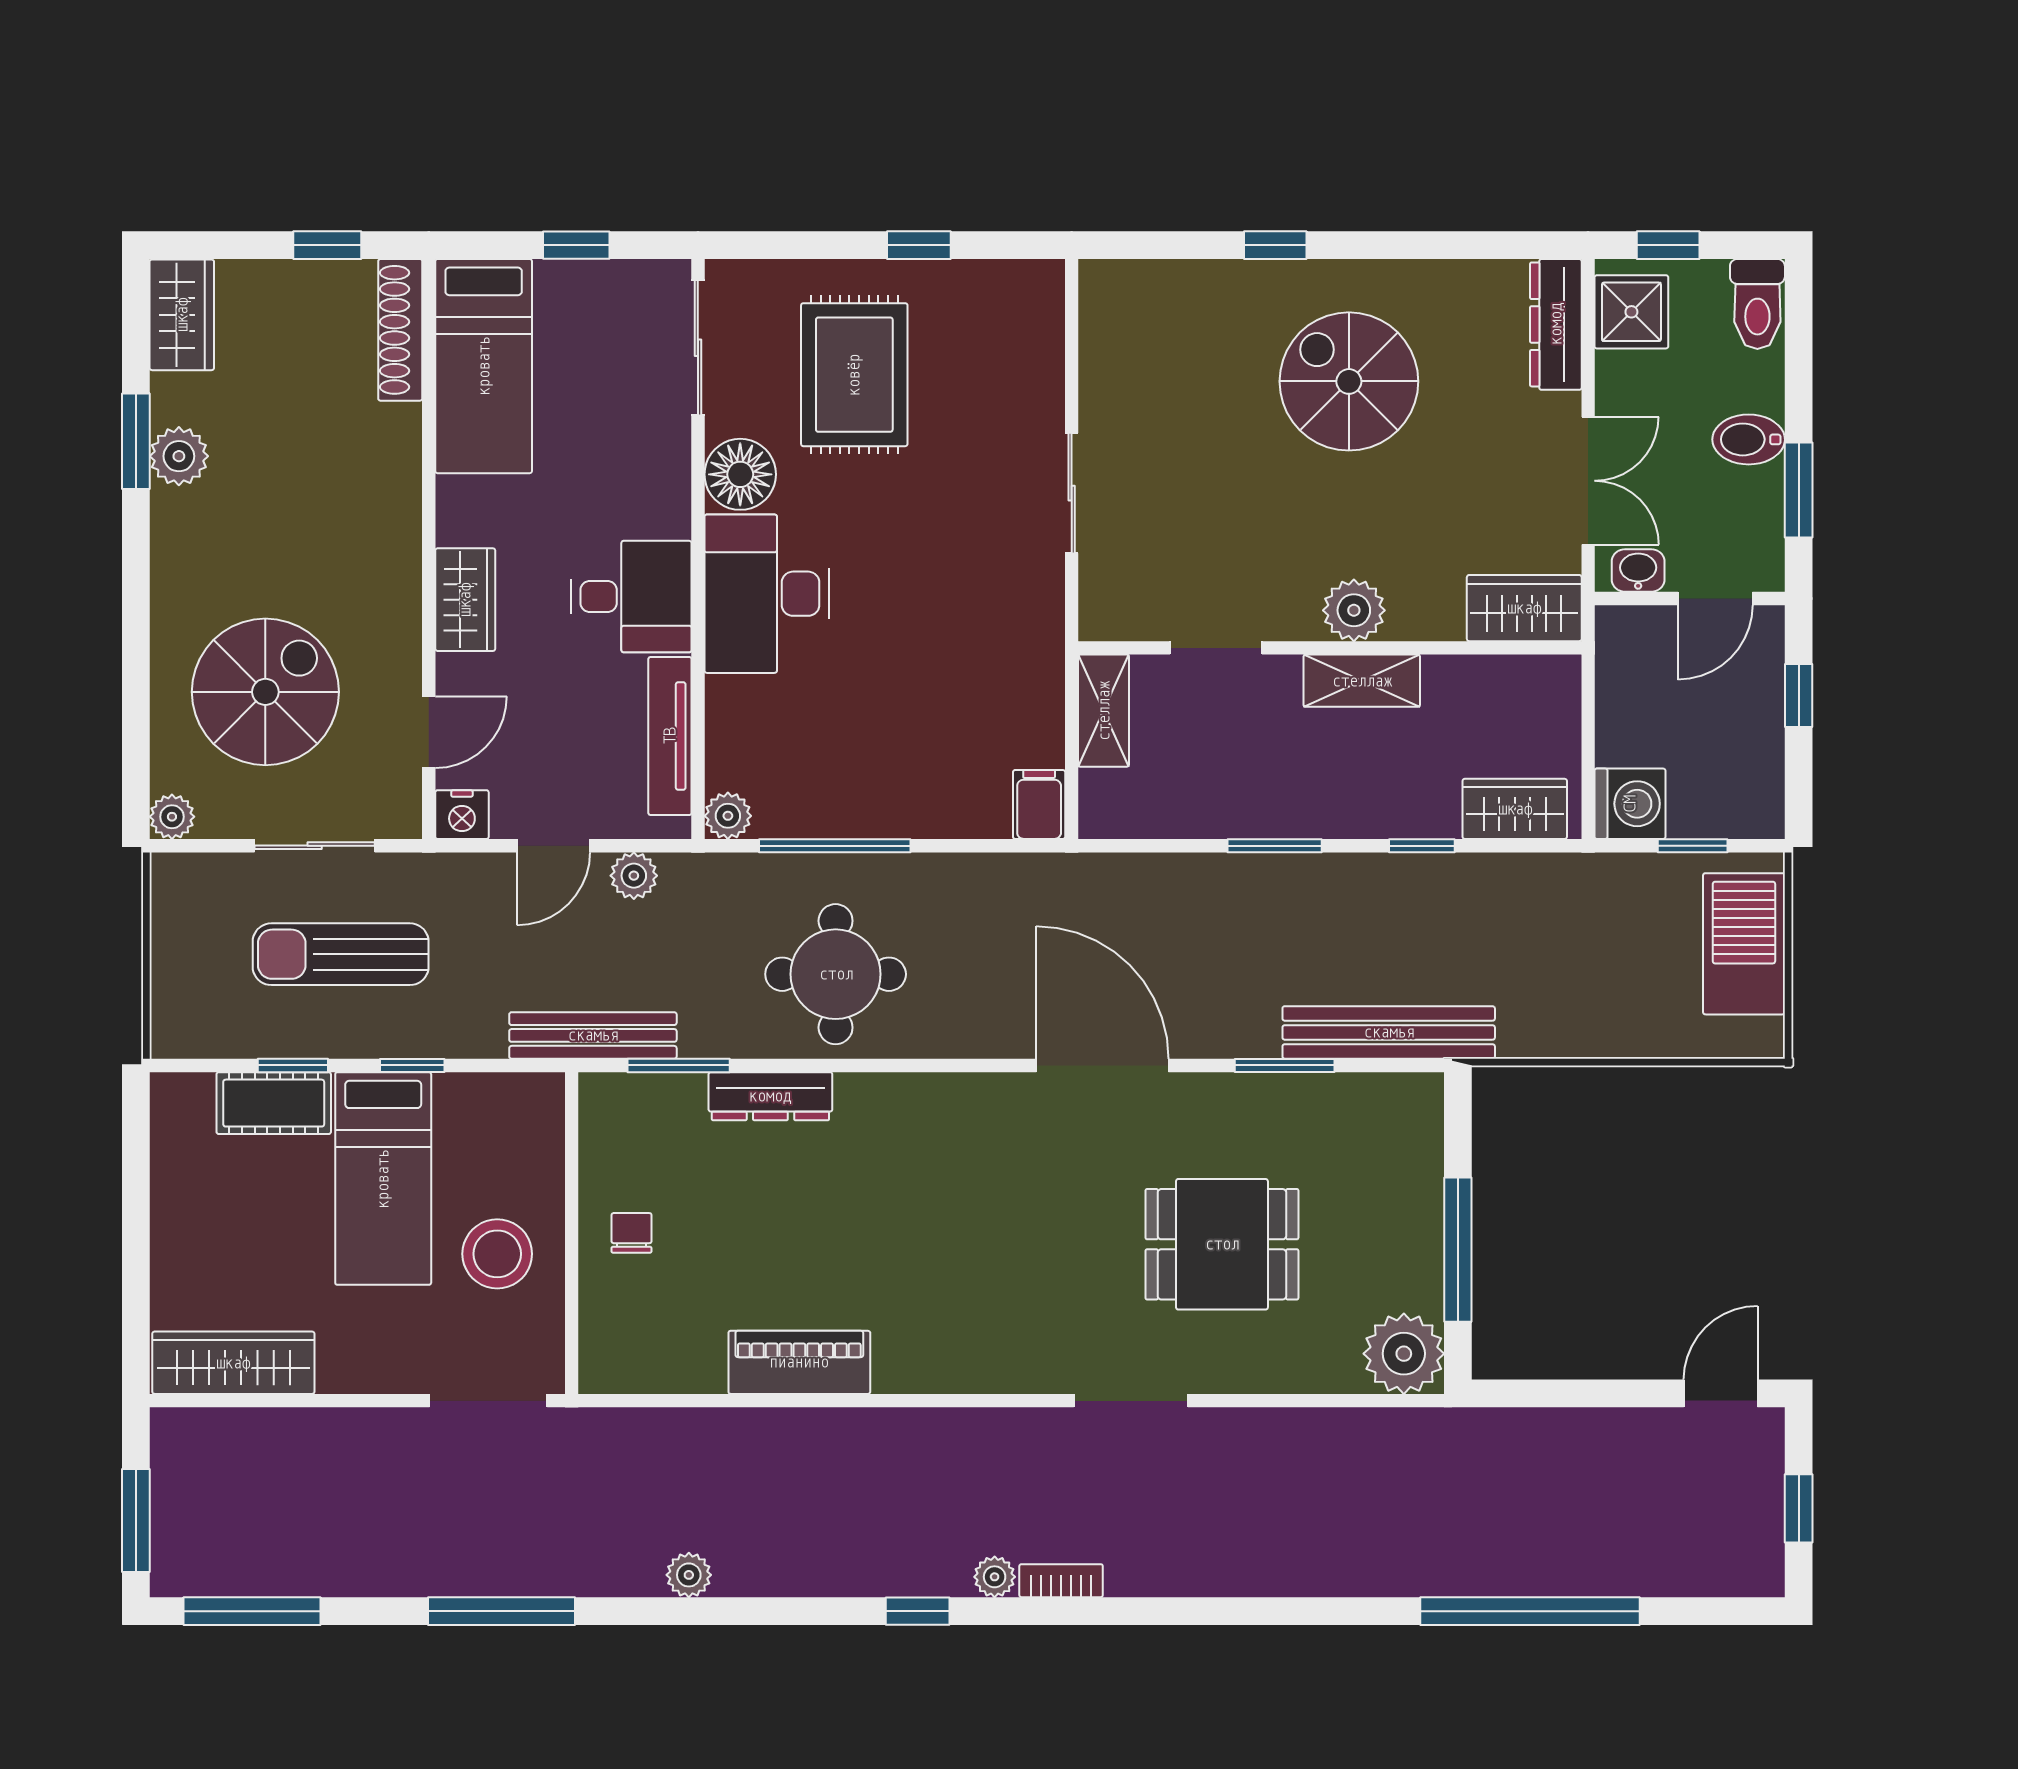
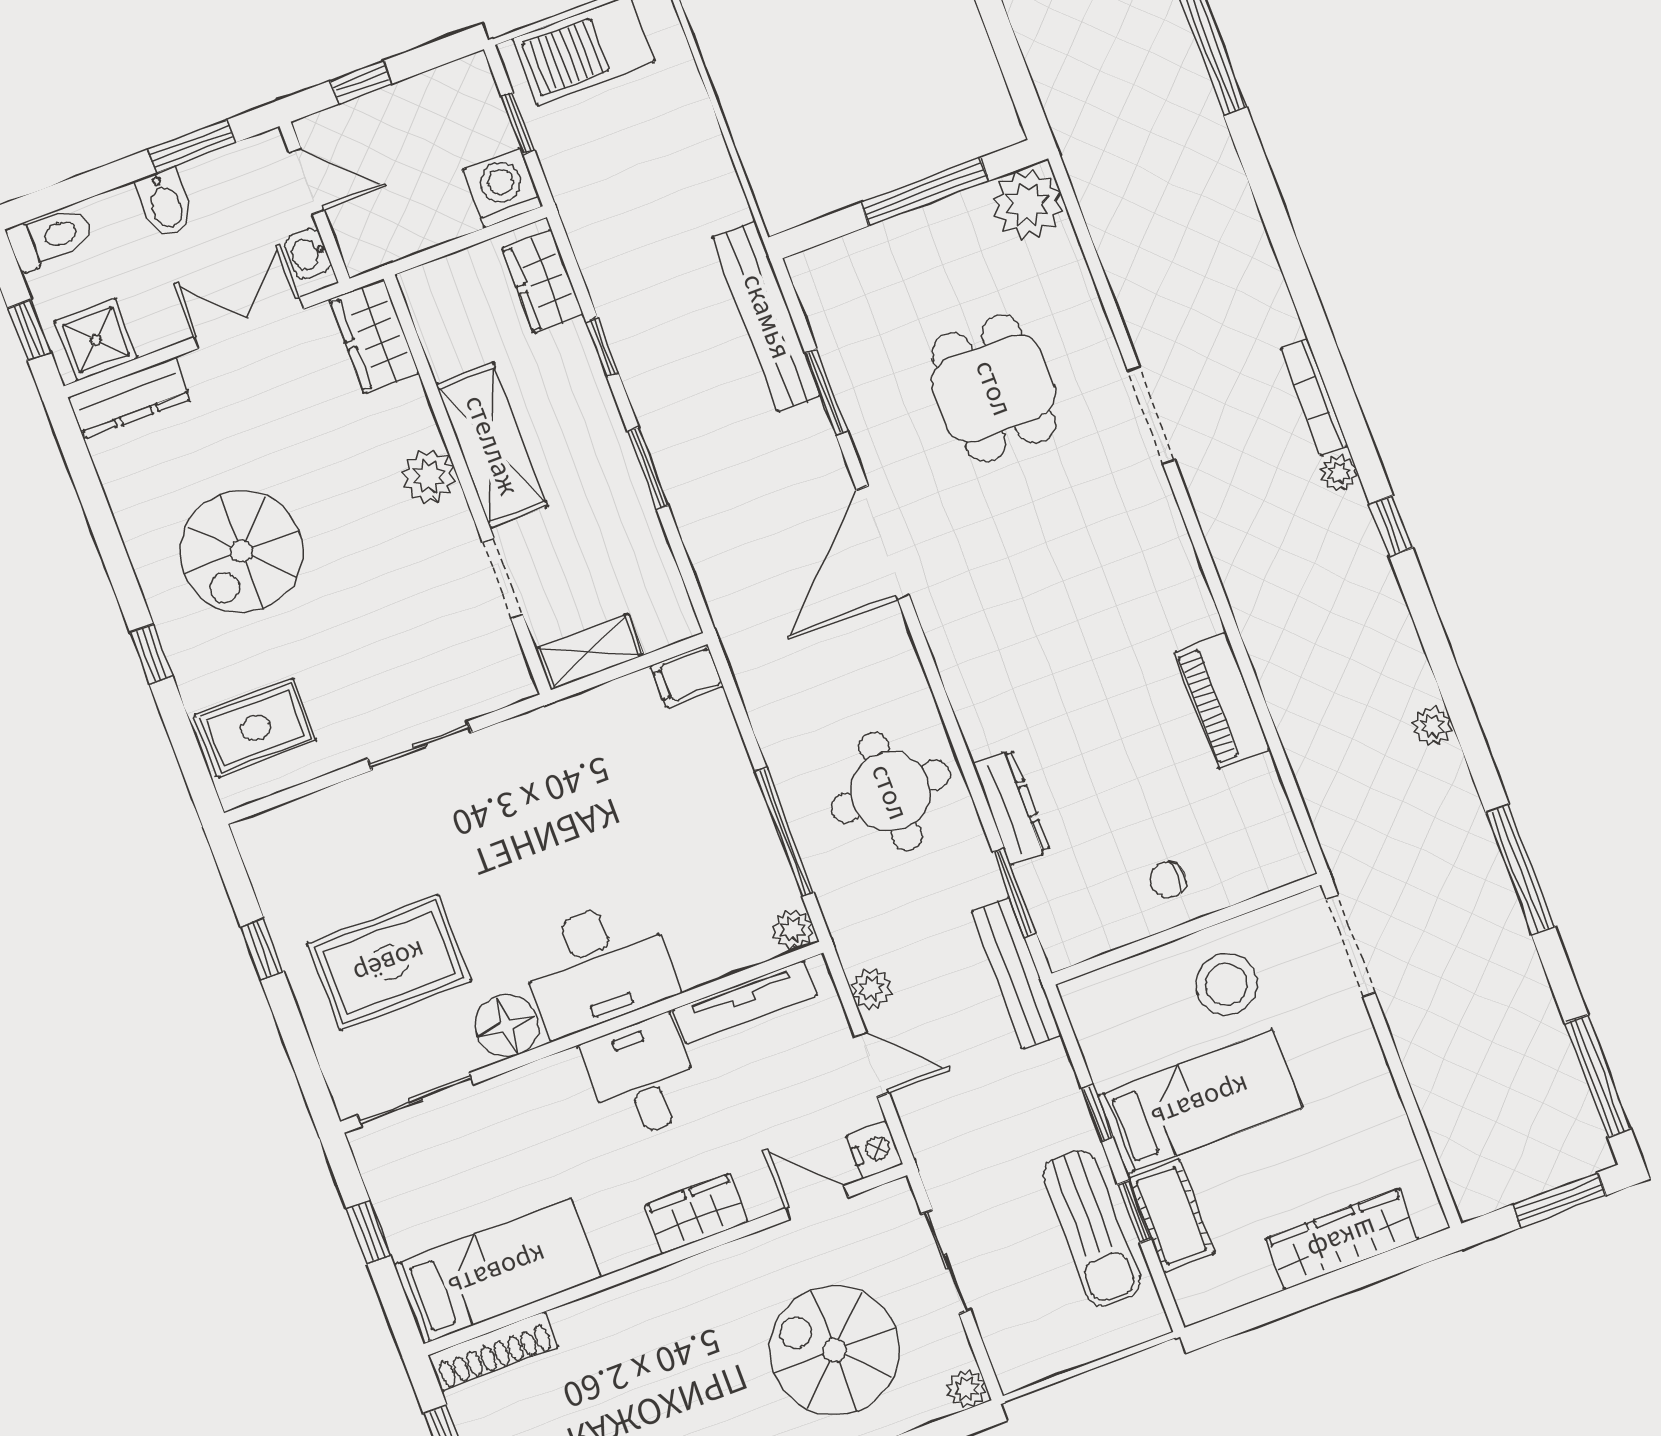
rug: (1156, 327) -> (256, 728), added
shelving: (1362, 681) -> (492, 445), width x1.50, depth x1.33
sun lounger: (341, 954) -> (1091, 1228), moved
wardrobe: (233, 1363) -> (1342, 1239), moved, turned 90
bookcase: (1061, 1581) -> (1314, 397), width x1.56

